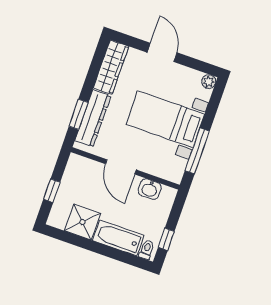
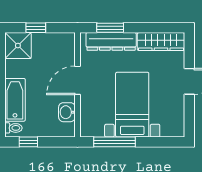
plant: (209, 82) -> (178, 131), removed
shower: (82, 222) -> (18, 46), moved

